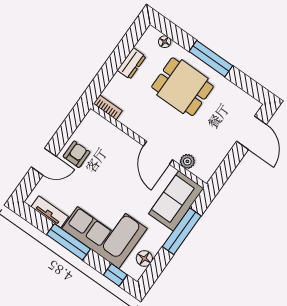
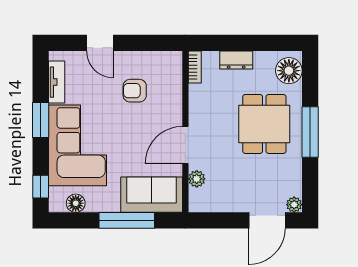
floor lamp: (165, 42) -> (289, 71), width x1.89, depth x1.89
dresser: (132, 63) -> (236, 60), moved
plant: (254, 106) -> (294, 205), added
armchair: (77, 154) -> (135, 91), moved, turned 180
window: (68, 242) -> (41, 120), width x0.69

